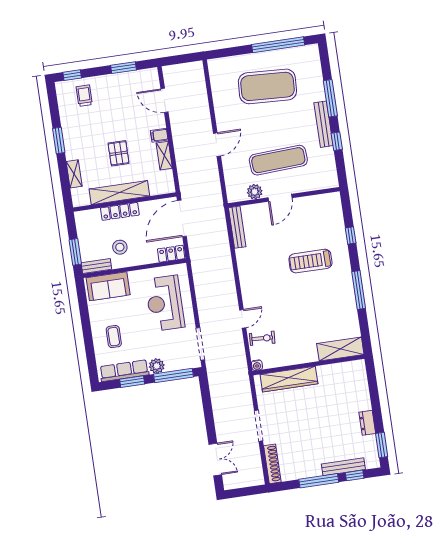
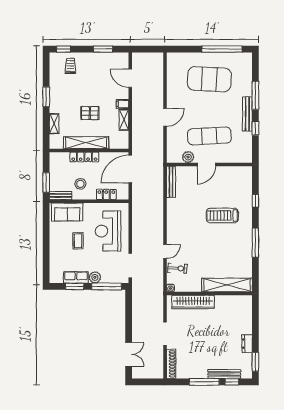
pallet: (119, 153) -> (90, 113), turned 90
locker: (171, 254) -> (106, 194), moved
coffee table: (114, 337) -> (78, 241), moved
shelving: (340, 349) -> (227, 285), width x1.47
row of seats: (124, 371) -> (76, 277), width x0.68

